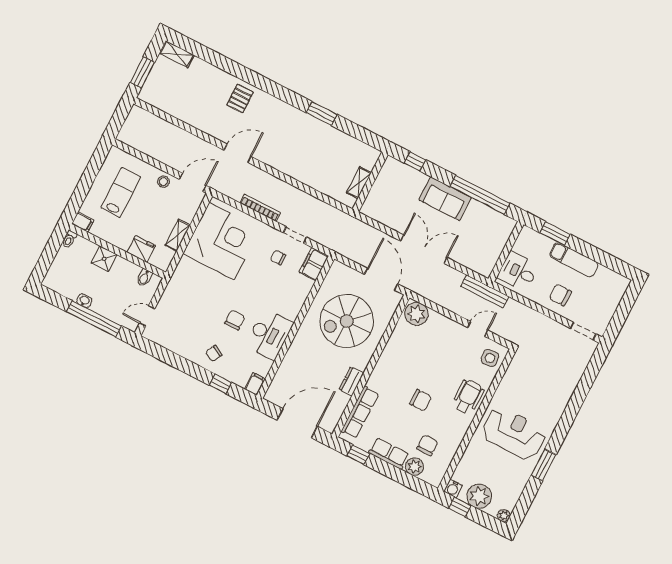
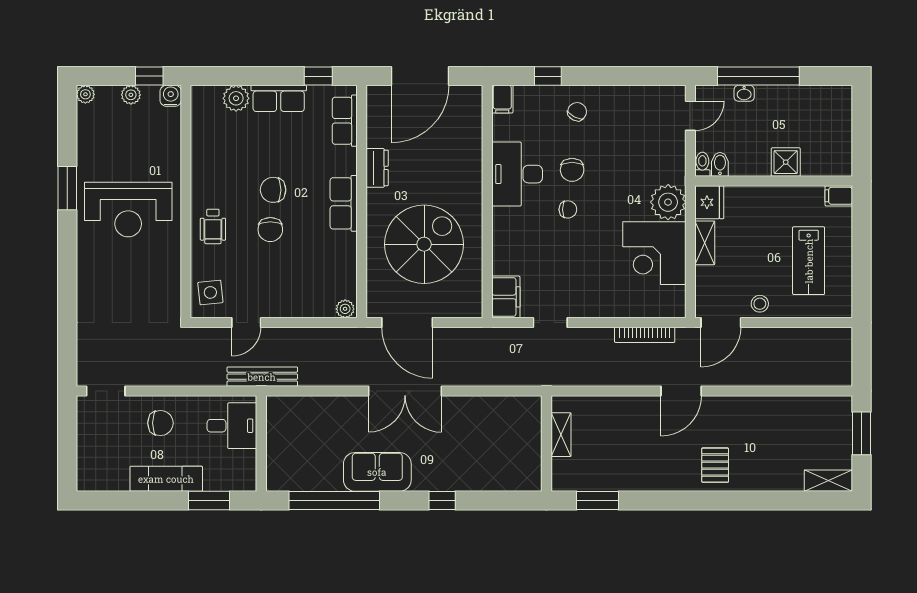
wall: (370, 182) -> (547, 444), moved
shelving: (359, 183) -> (561, 435), moved
bookcase: (260, 208) -> (645, 335), moved
toilet: (69, 239) -> (702, 164), moved
corner desk: (222, 241) -> (654, 253), width x0.74, depth x0.74
fridge: (141, 249) -> (709, 202), moved, turned -90
double door: (424, 249) -> (405, 391), moved
chair: (278, 258) -> (568, 209), moved
plant: (187, 271) -> (668, 202), added
washbasin: (84, 301) -> (744, 93), moved
plant: (416, 314) -> (345, 309), width x0.53, depth x0.53
row of seats: (382, 370) -> (344, 203), added
wheelchair: (468, 397) -> (213, 226), width x0.73, depth x0.73
row of seats: (360, 412) -> (345, 121), width x0.68
chair: (427, 445) -> (270, 230), moved
plant: (479, 496) -> (131, 95), width x0.53, depth x0.53

